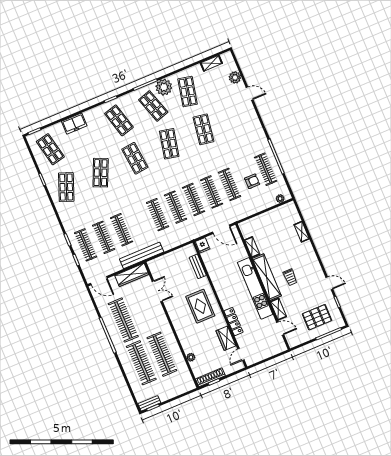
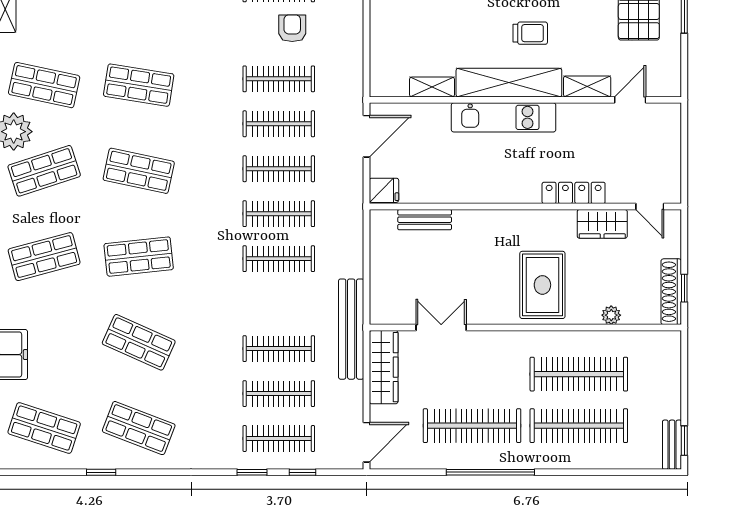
shop shelf: (50, 149) -> (44, 428), turned 30
kitchen unit: (255, 288) -> (504, 117), width x0.73
rug: (200, 306) -> (542, 285), moved, turned 90

